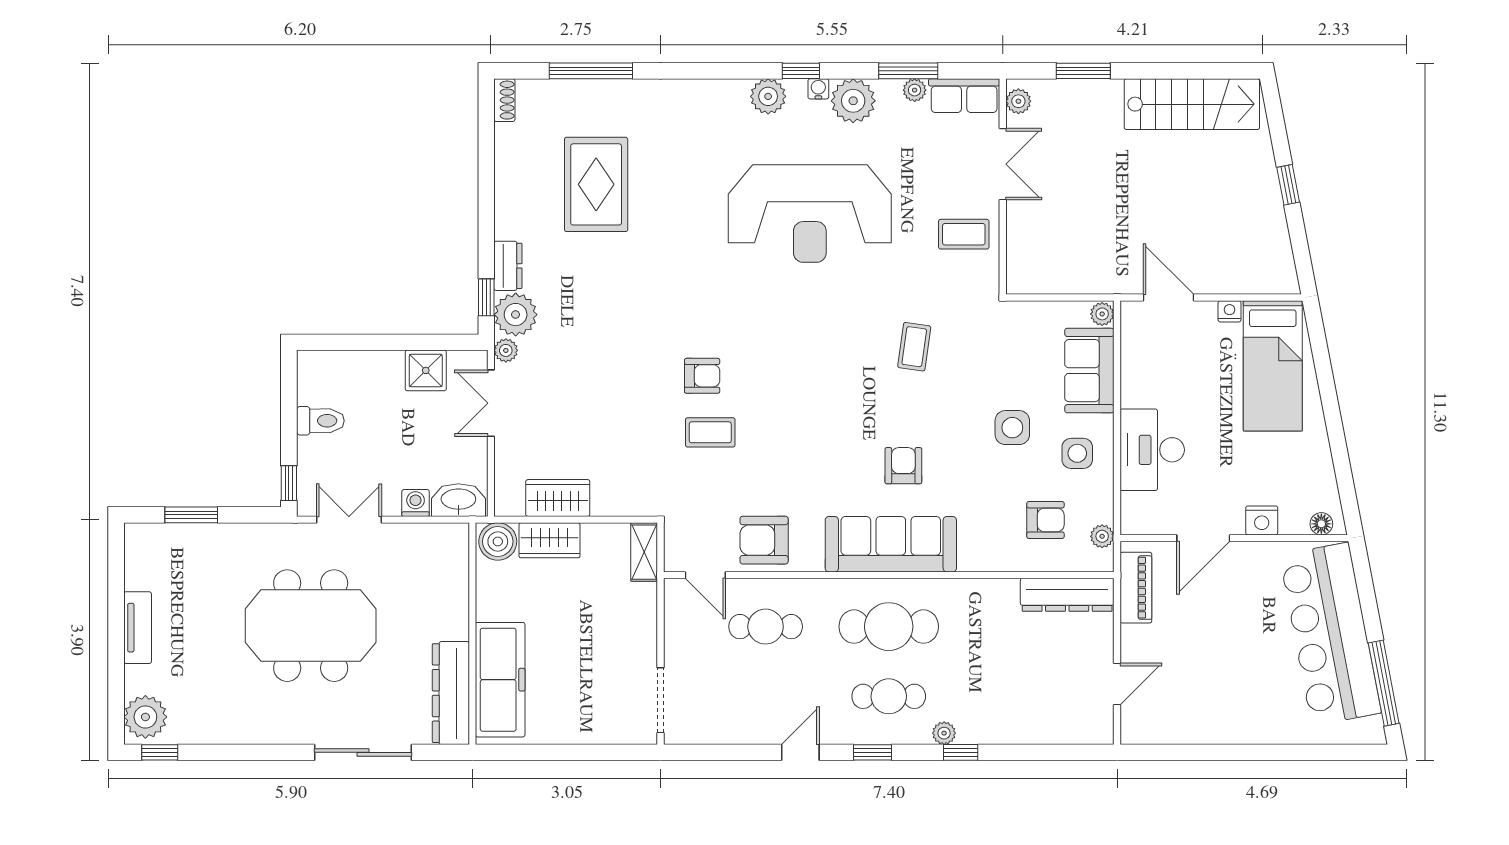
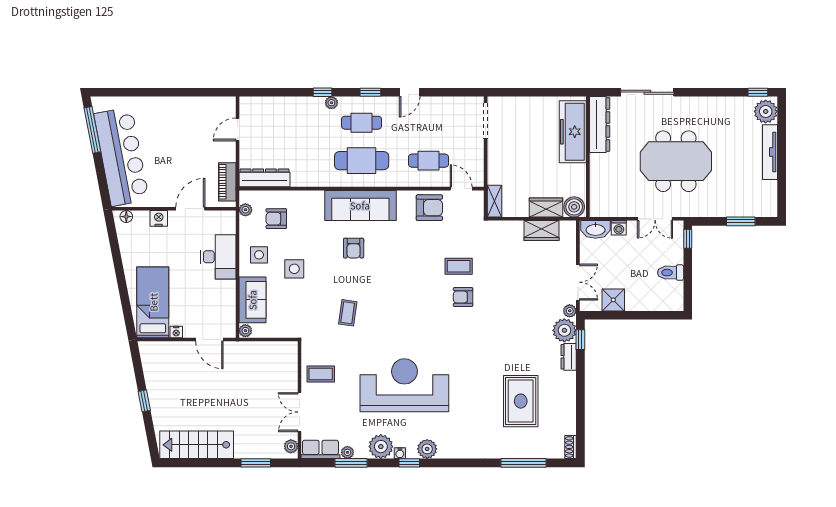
tv unit: (138, 628) -> (770, 152), width x1.41

